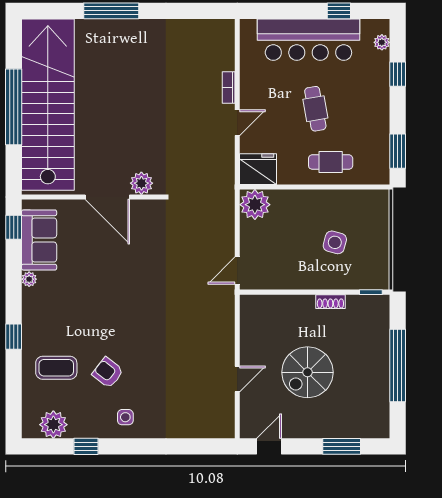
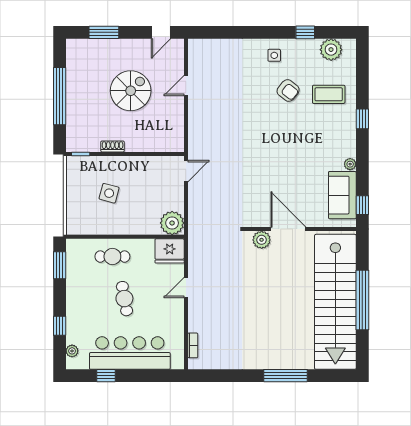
bookcase: (229, 88) -> (193, 345), moved

